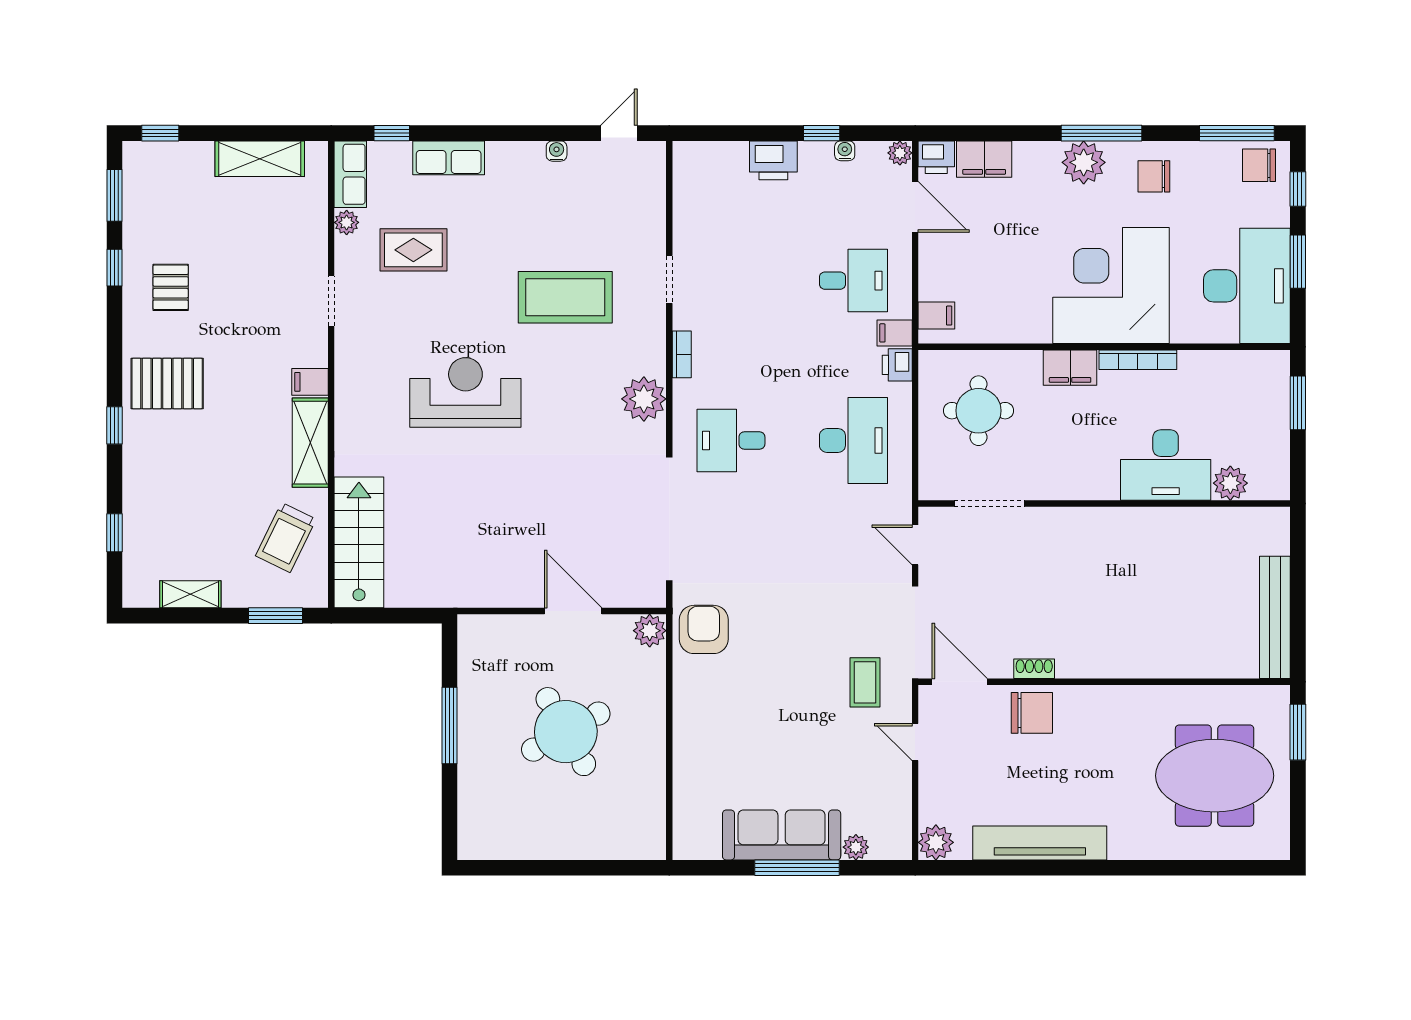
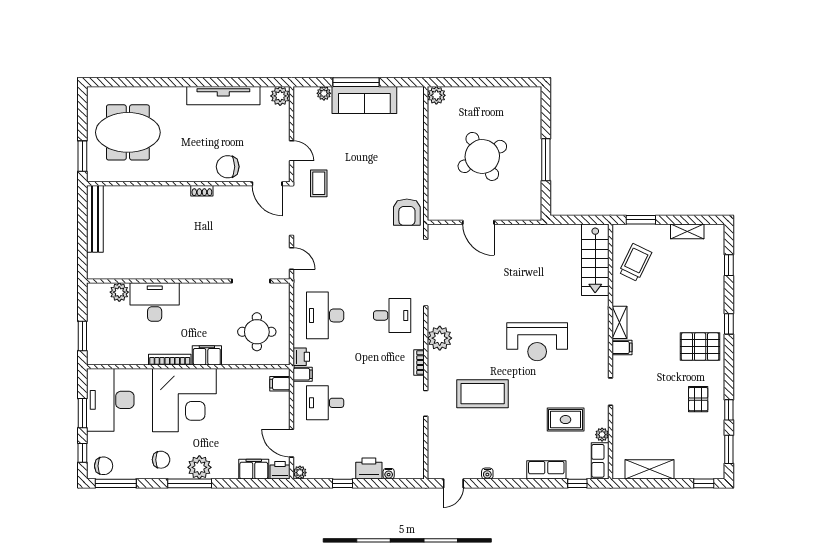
water cooler: (845, 151) -> (389, 474), moved
shelving: (310, 443) -> (619, 322), width x0.67, depth x0.75
plant: (650, 631) -> (436, 95), moved
shoe rack: (1034, 669) -> (202, 191), moved

